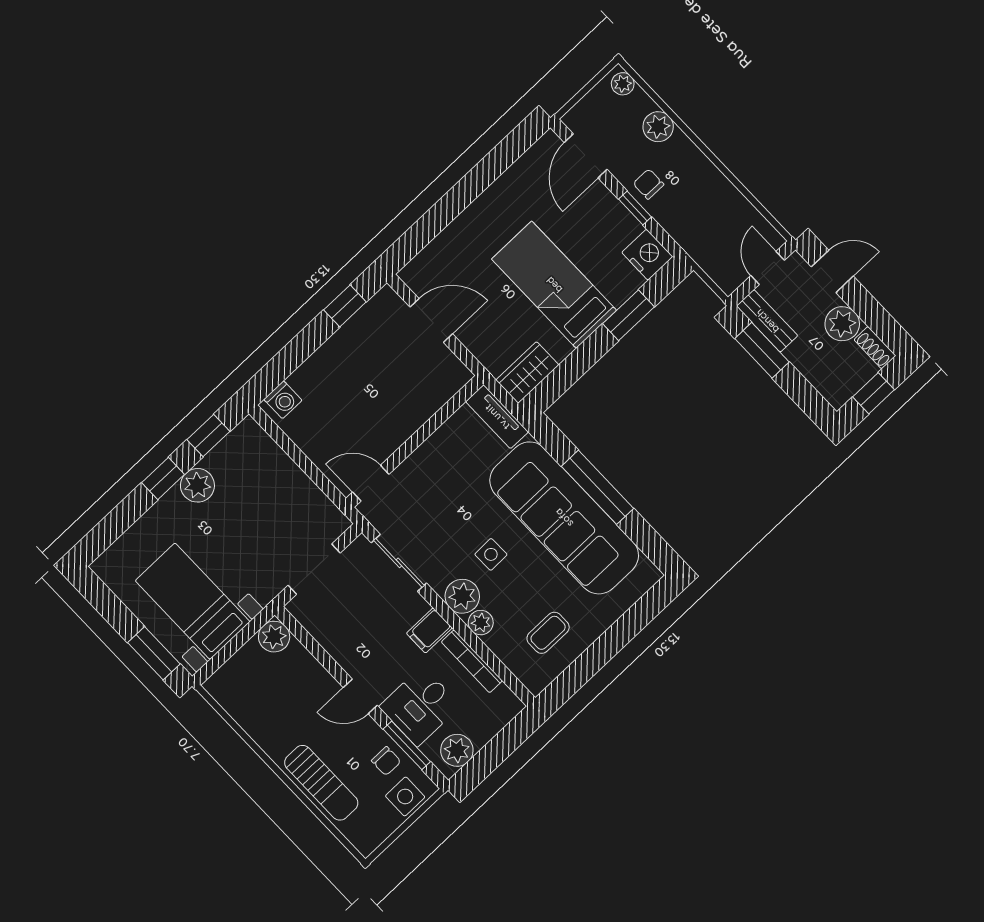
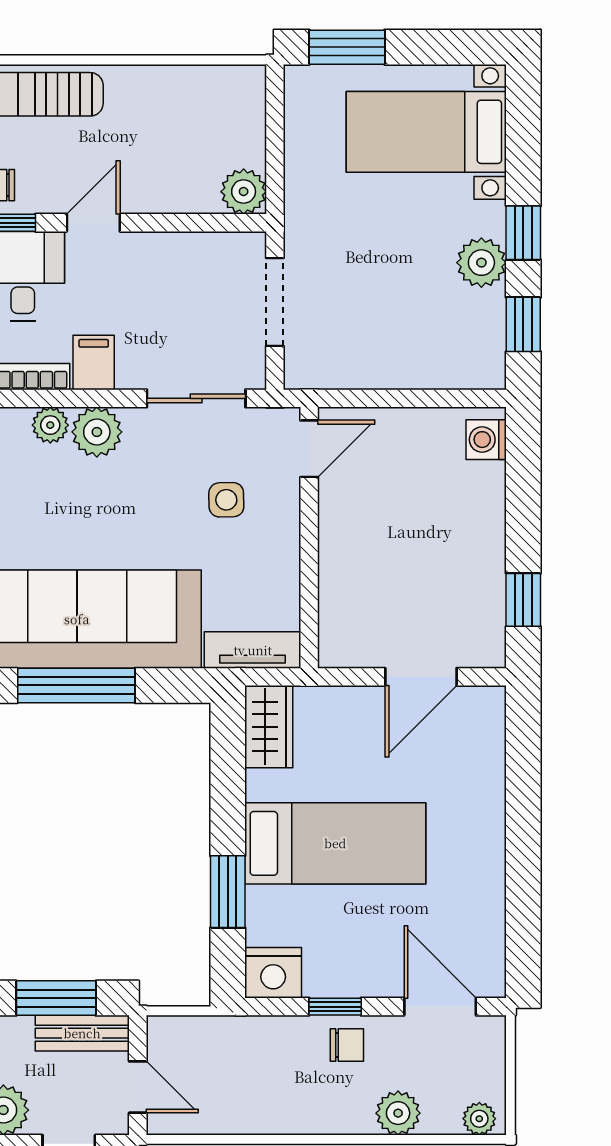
side table: (491, 554) -> (226, 500), moved
bed with nightstands: (193, 601) -> (426, 132), moved, turned 180

